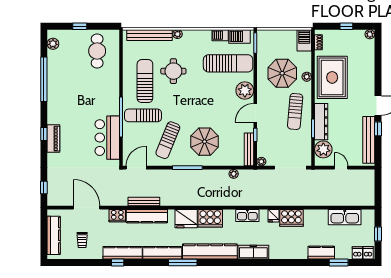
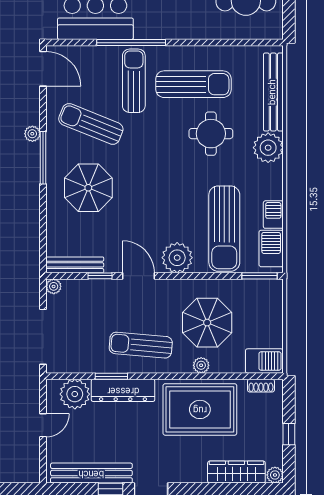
plant: (177, 34) -> (268, 148), width x1.88, depth x1.88
wardrobe: (368, 56) -> (236, 472), added
plant: (234, 174) -> (32, 134), moved

